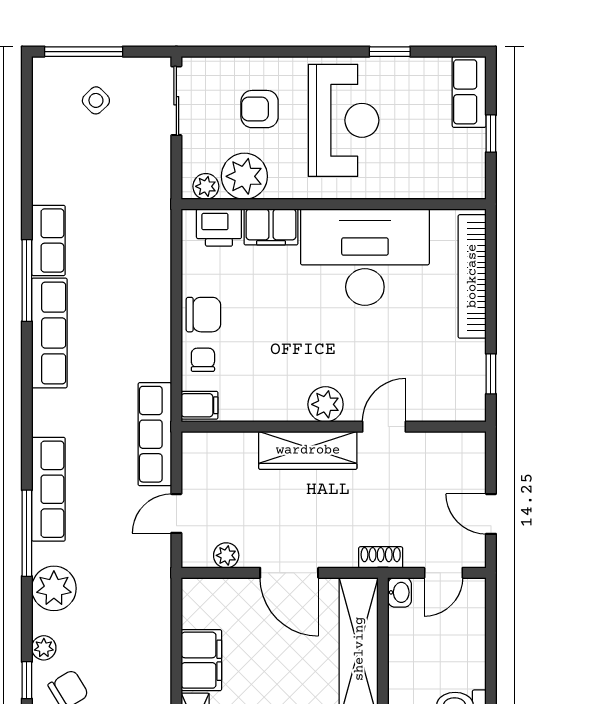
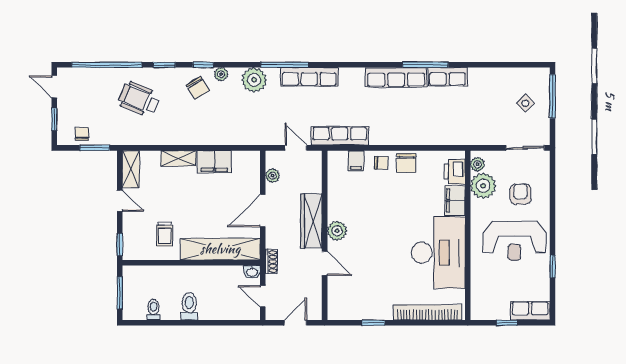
plant: (326, 404) -> (337, 231), moved
wall: (334, 427) -> (325, 235), moved
door: (384, 427) -> (325, 263), moved
wardrobe: (308, 450) -> (311, 221), moved

